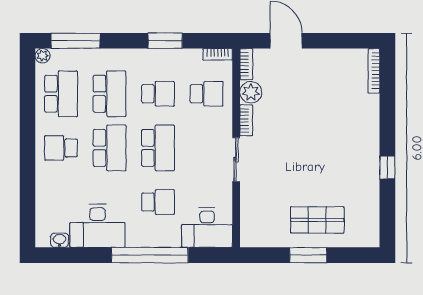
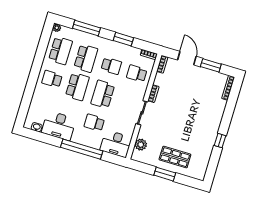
window: (76, 41) -> (86, 28), moved
window: (332, 41) -> (211, 65), added
plant: (251, 92) -> (141, 145), moved
school desk: (207, 94) -> (137, 73), turned 180
school desk: (158, 148) -> (103, 94), turned 180
school desk: (158, 202) -> (94, 123), turned 180

